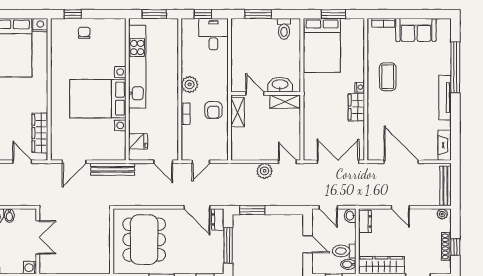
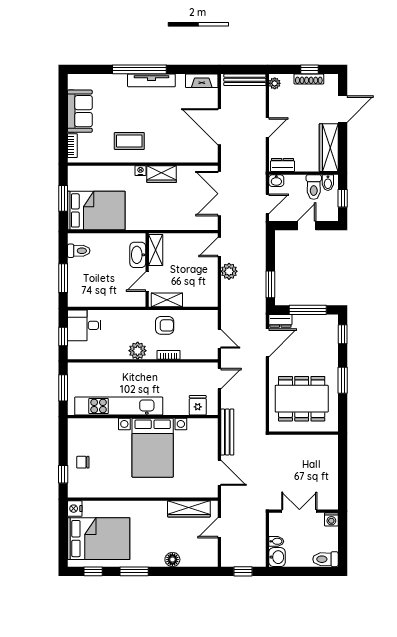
window: (455, 67) -> (139, 69), moved
door: (401, 162) -> (219, 127), hinge flipped

